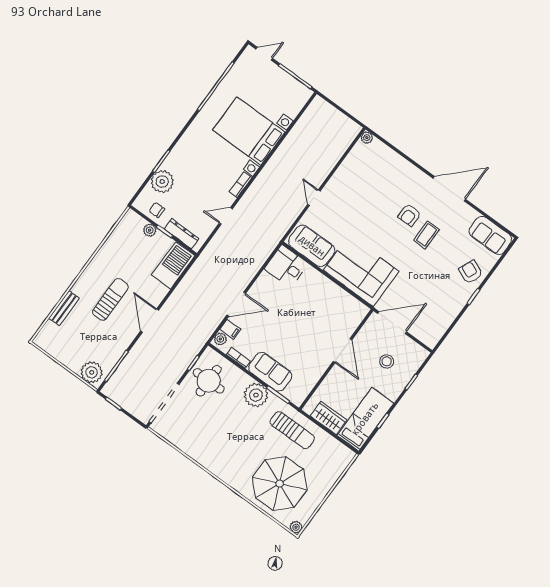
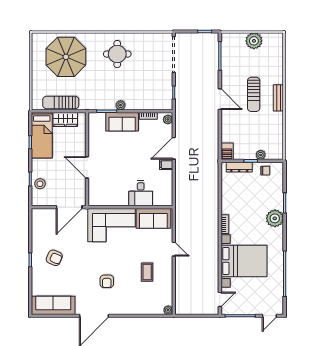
plant: (162, 182) -> (275, 218), moved
armchair: (409, 215) -> (107, 281), turned 180
door: (226, 216) -> (220, 299), moved
coffee table: (426, 235) -> (147, 272), moved
sofa: (490, 235) -> (53, 305), width x1.36
barbecue: (173, 265) -> (227, 151), width x0.53, depth x0.65
desk: (286, 266) -> (141, 193), moved, turned 90
armchair: (471, 272) -> (54, 258), moved
bench: (64, 308) -> (278, 98), moved
filing cabinet: (230, 329) -> (166, 165), moved
stool: (387, 361) -> (40, 184), moved
plant: (92, 372) -> (254, 41), moved
round table: (209, 381) -> (117, 54), moved
plant: (256, 395) -> (121, 105), width x0.53, depth x0.53
sun lounger: (292, 430) -> (61, 102), moved
plant: (296, 527) -> (36, 37), removed

